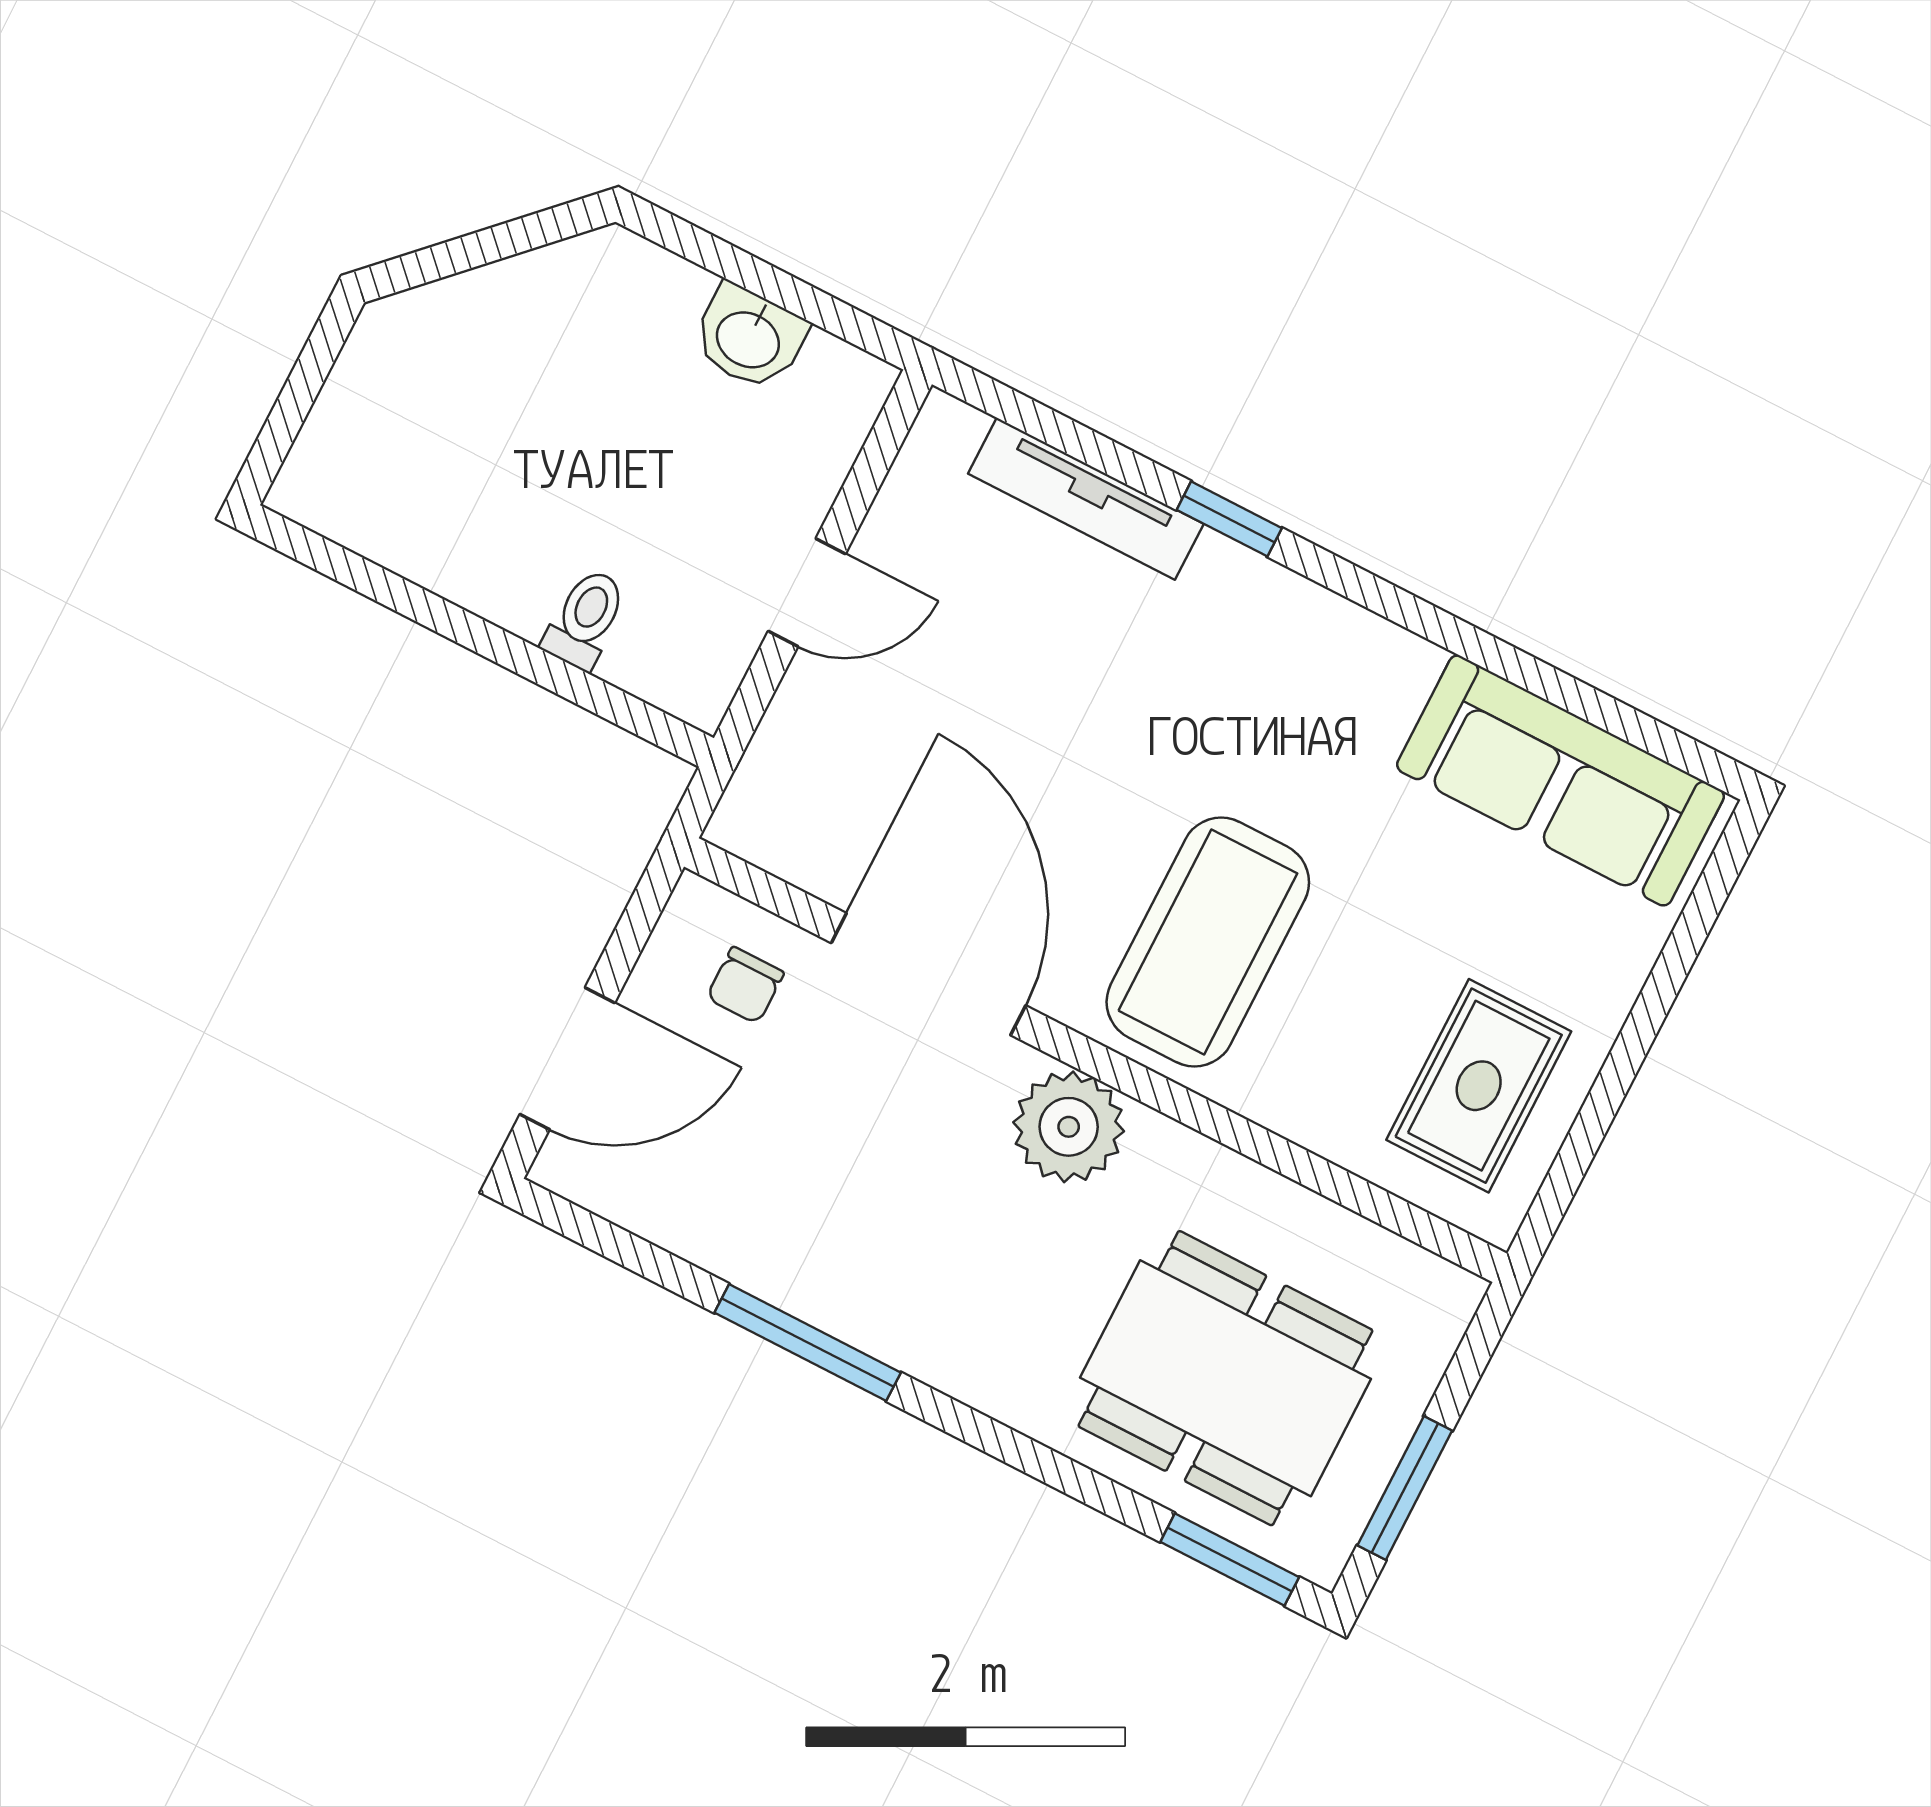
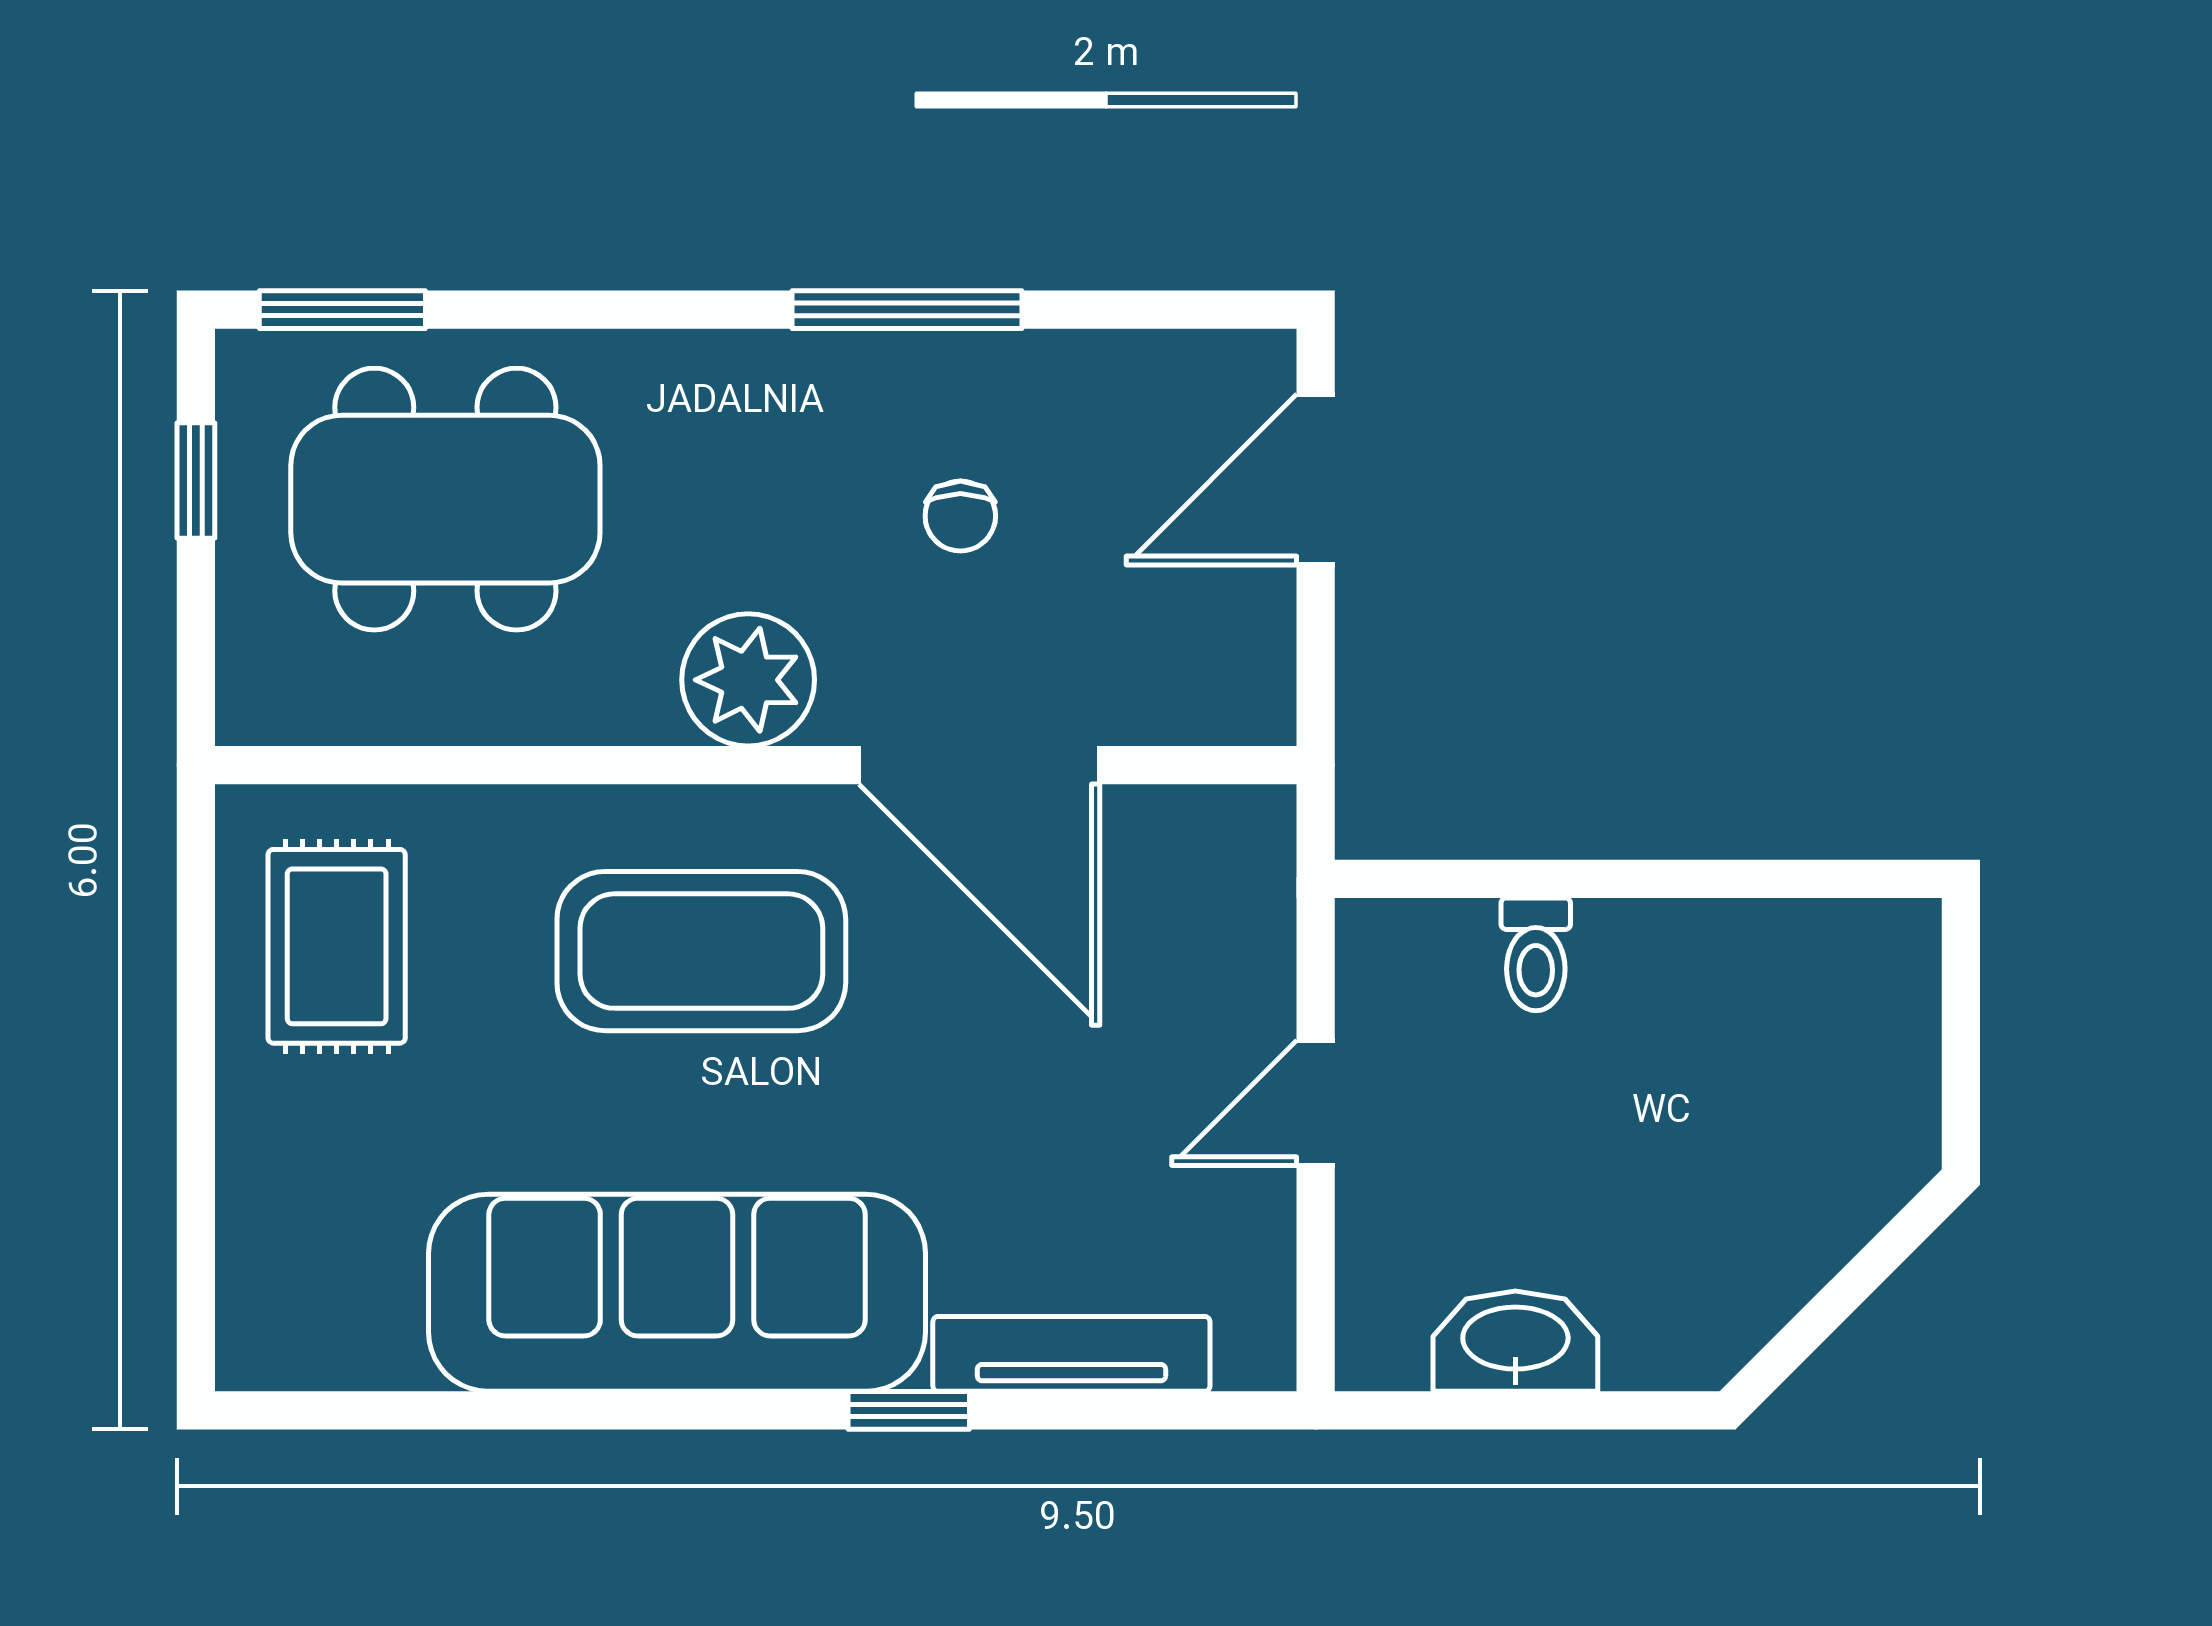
washbasin: (749, 338) -> (1515, 1341), width x1.38
sofa: (1560, 780) -> (677, 1293), moved, width x1.36, depth x1.27
coffee table: (1208, 942) -> (701, 951), turned 90
chair: (745, 985) -> (960, 516), moved, turned 180
window: (1405, 1488) -> (196, 480), width x0.67

